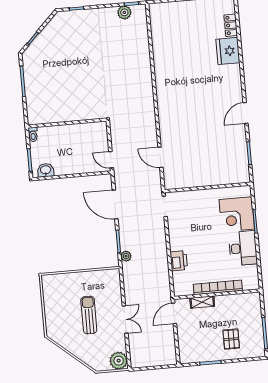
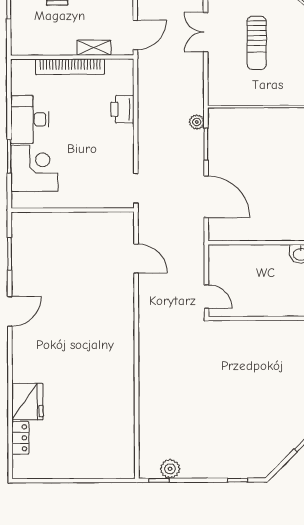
door: (111, 160) -> (206, 297), moved

